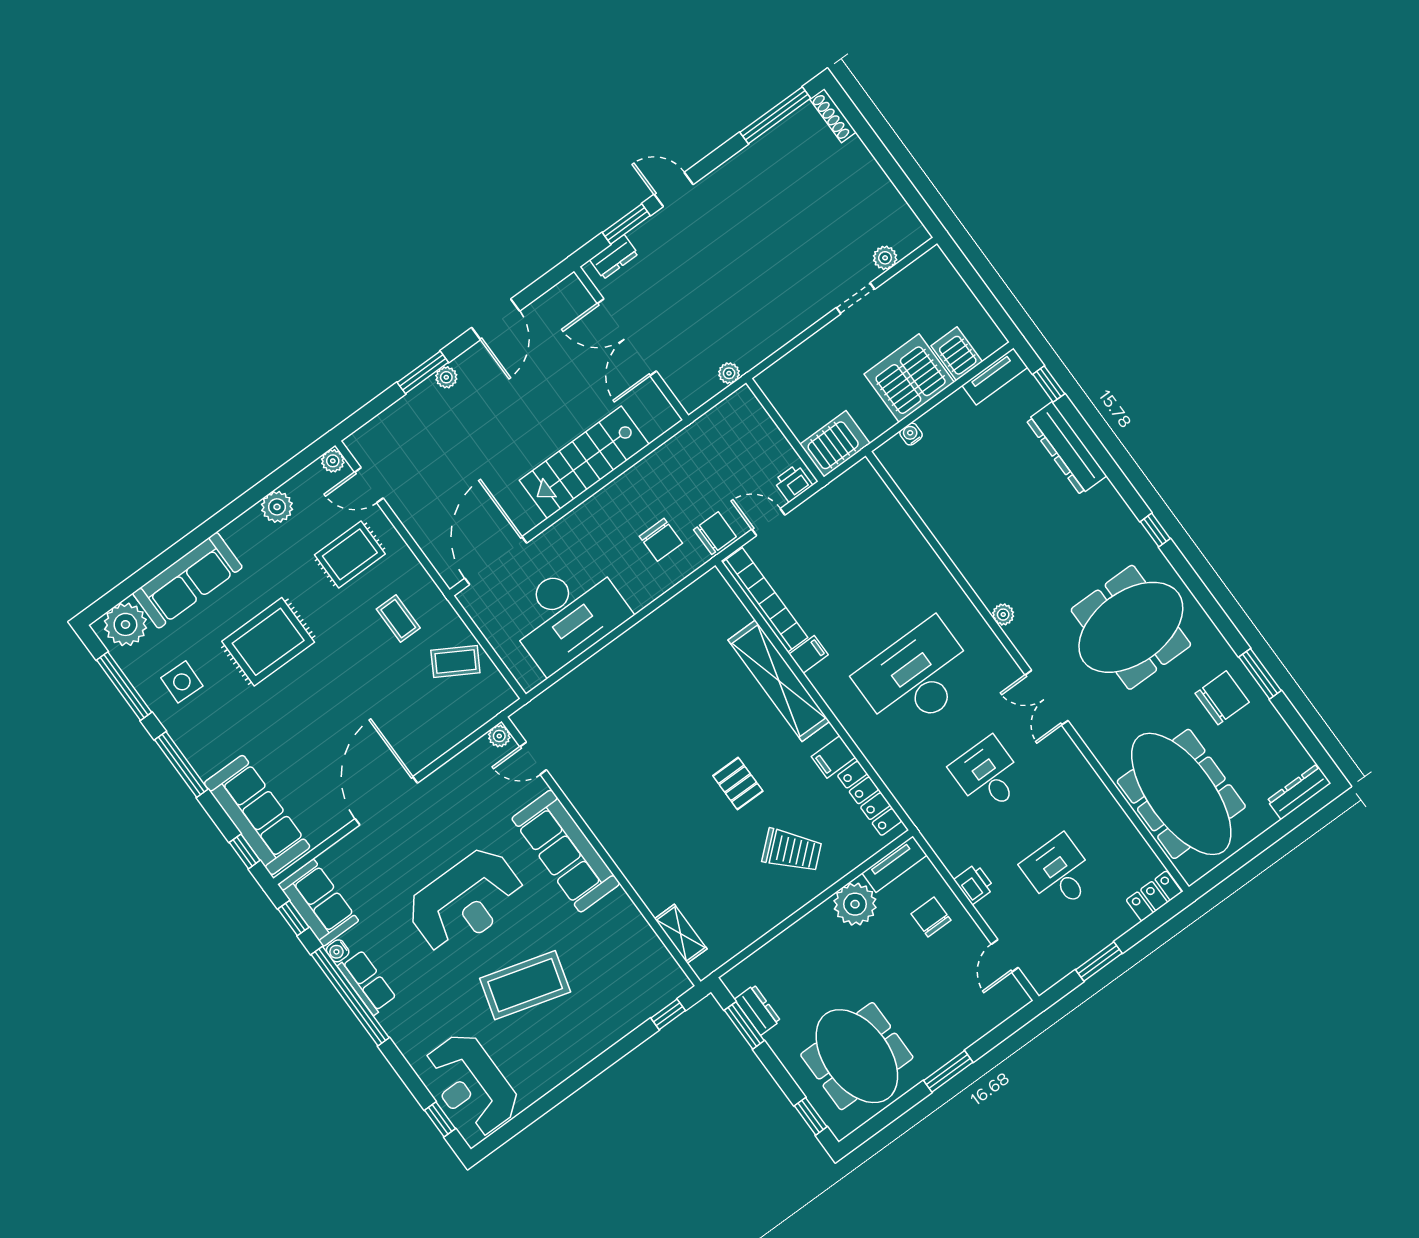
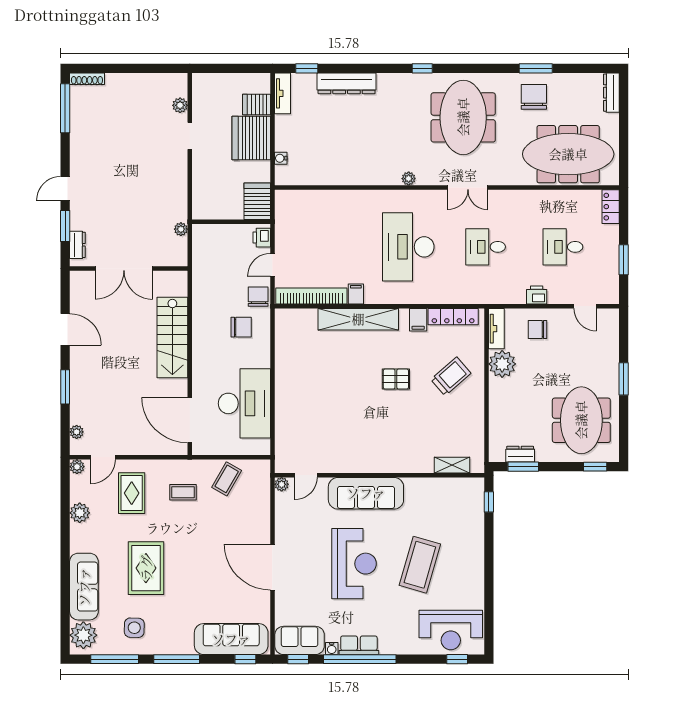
plant: (446, 377) -> (77, 432), moved
meeting table: (857, 1056) -> (581, 420), turned 90

